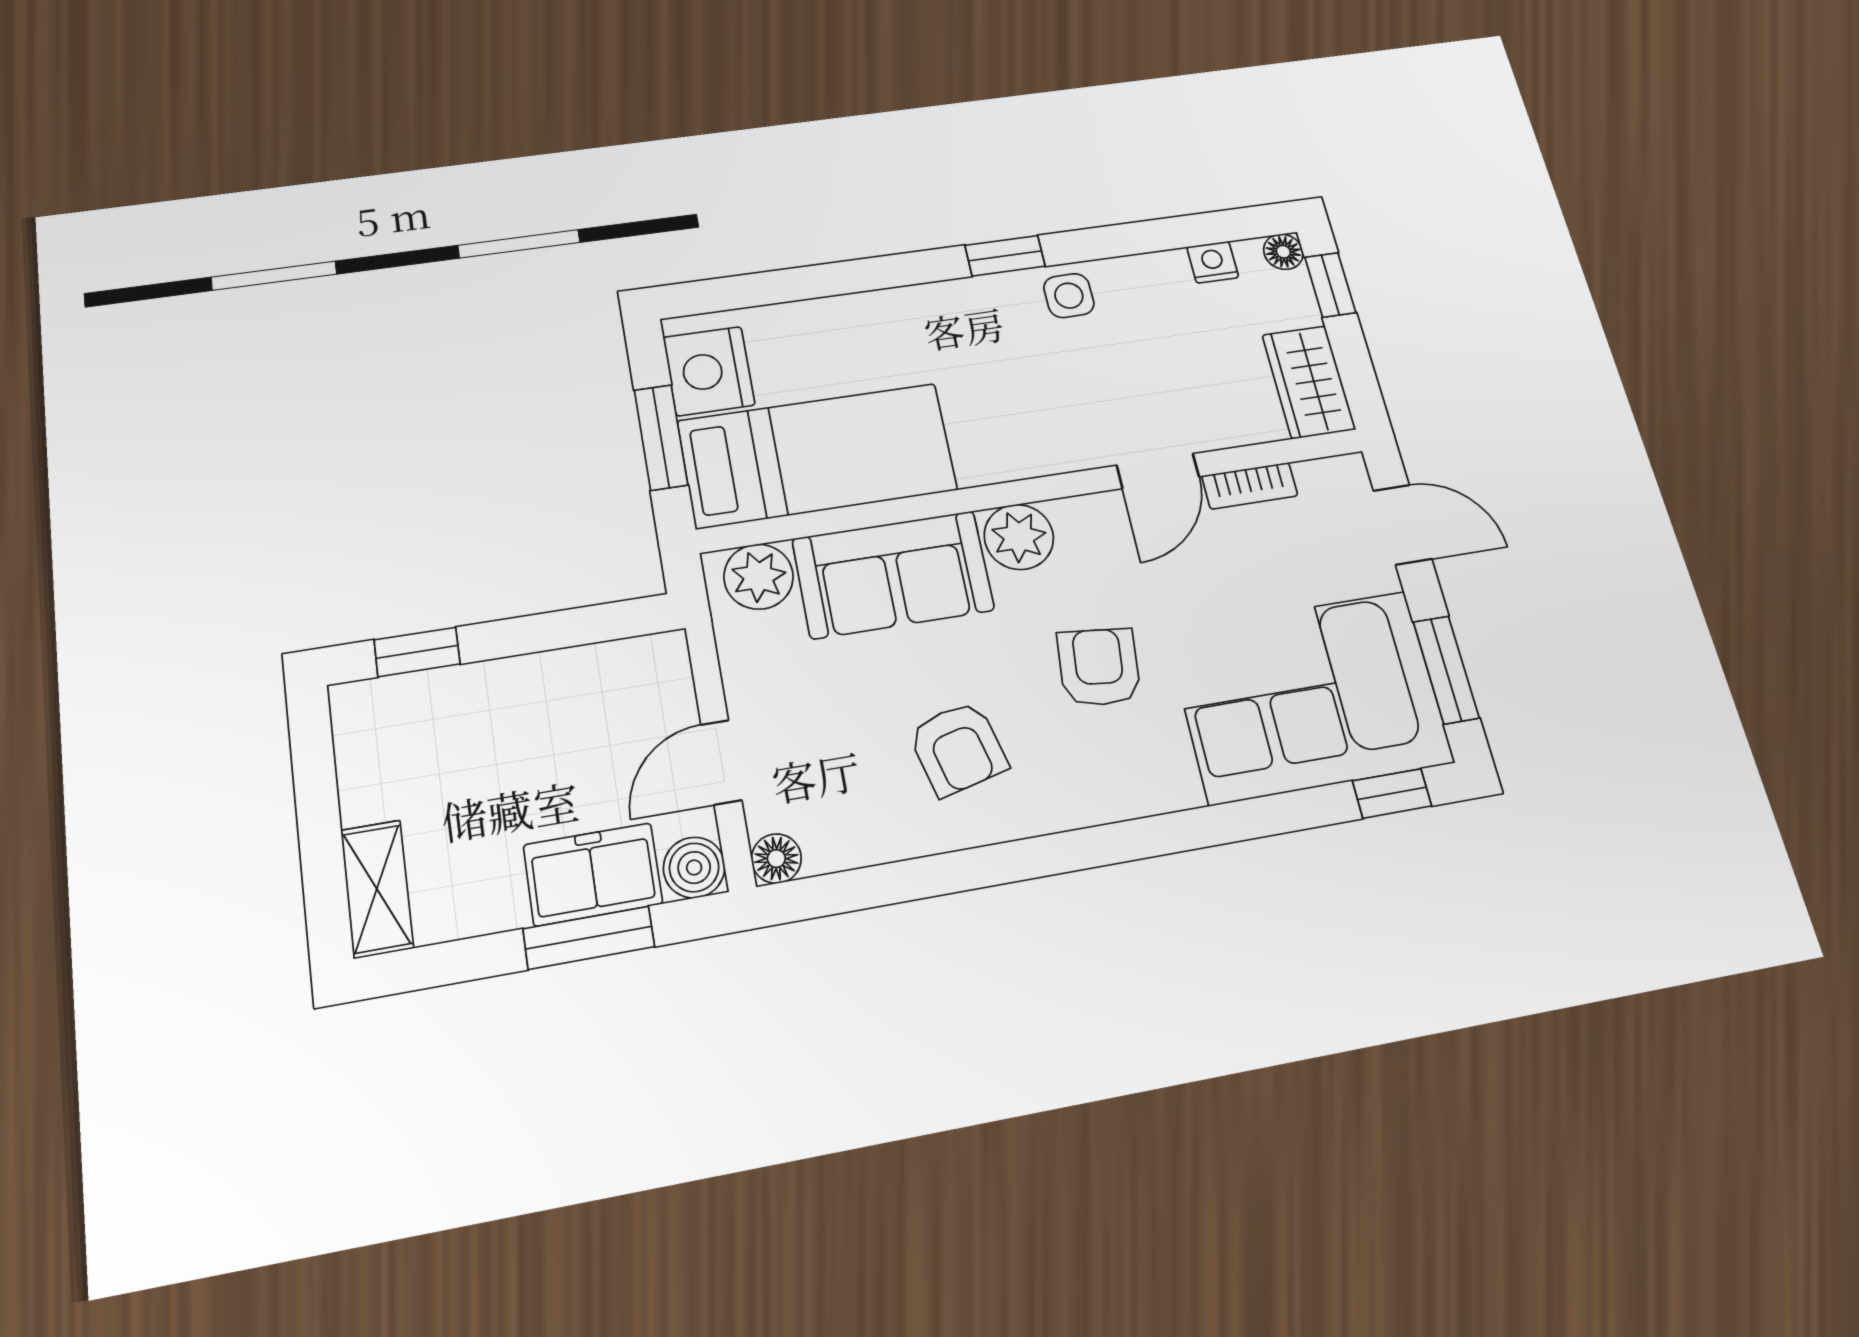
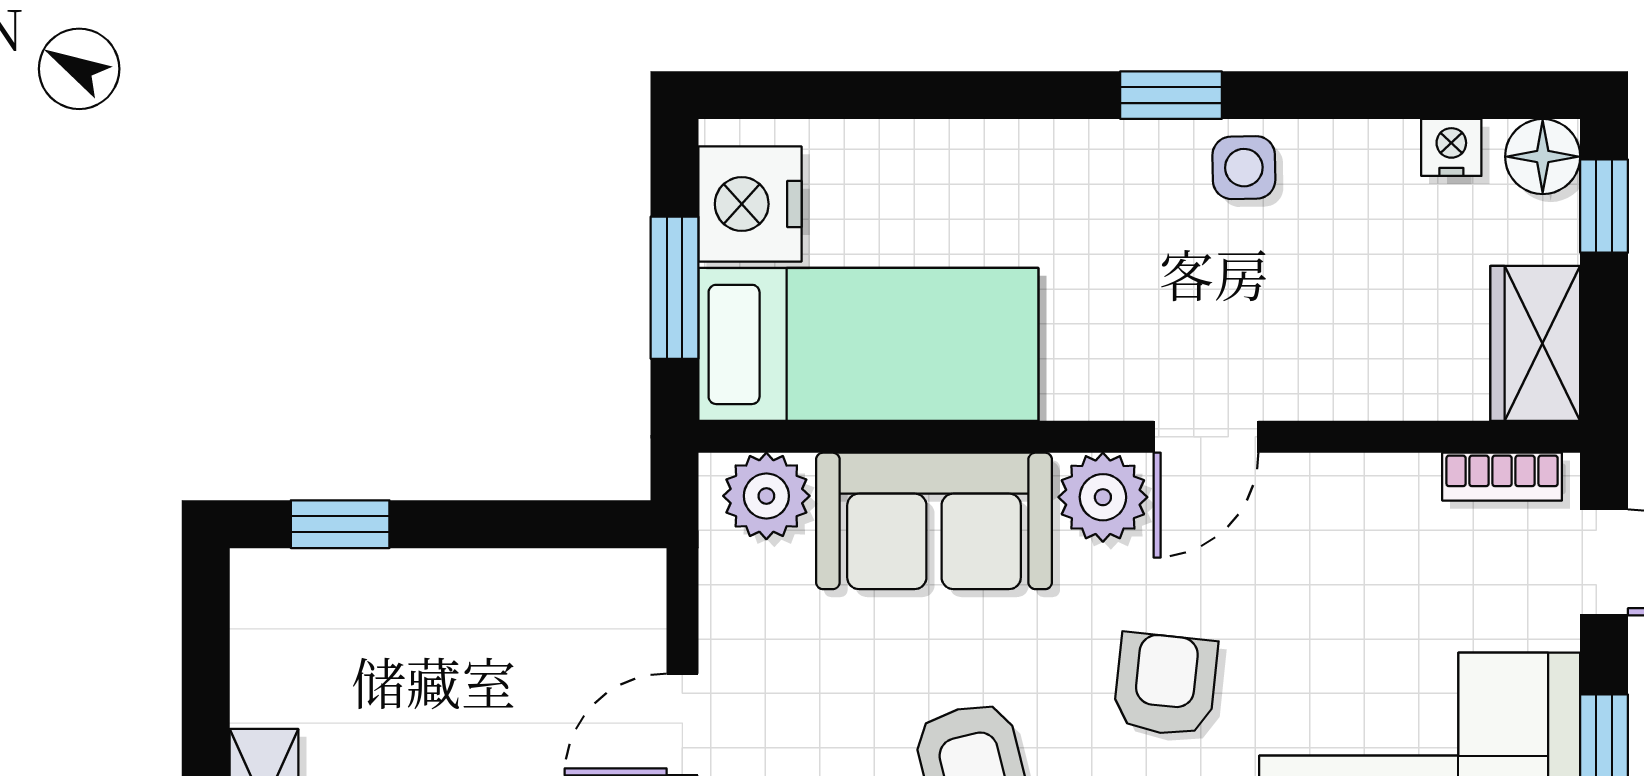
floor lamp: (1283, 252) -> (1543, 157), width x1.37, depth x1.37
door: (1158, 471) -> (1206, 437), moved
bookcase: (1250, 486) -> (1502, 477), moved

